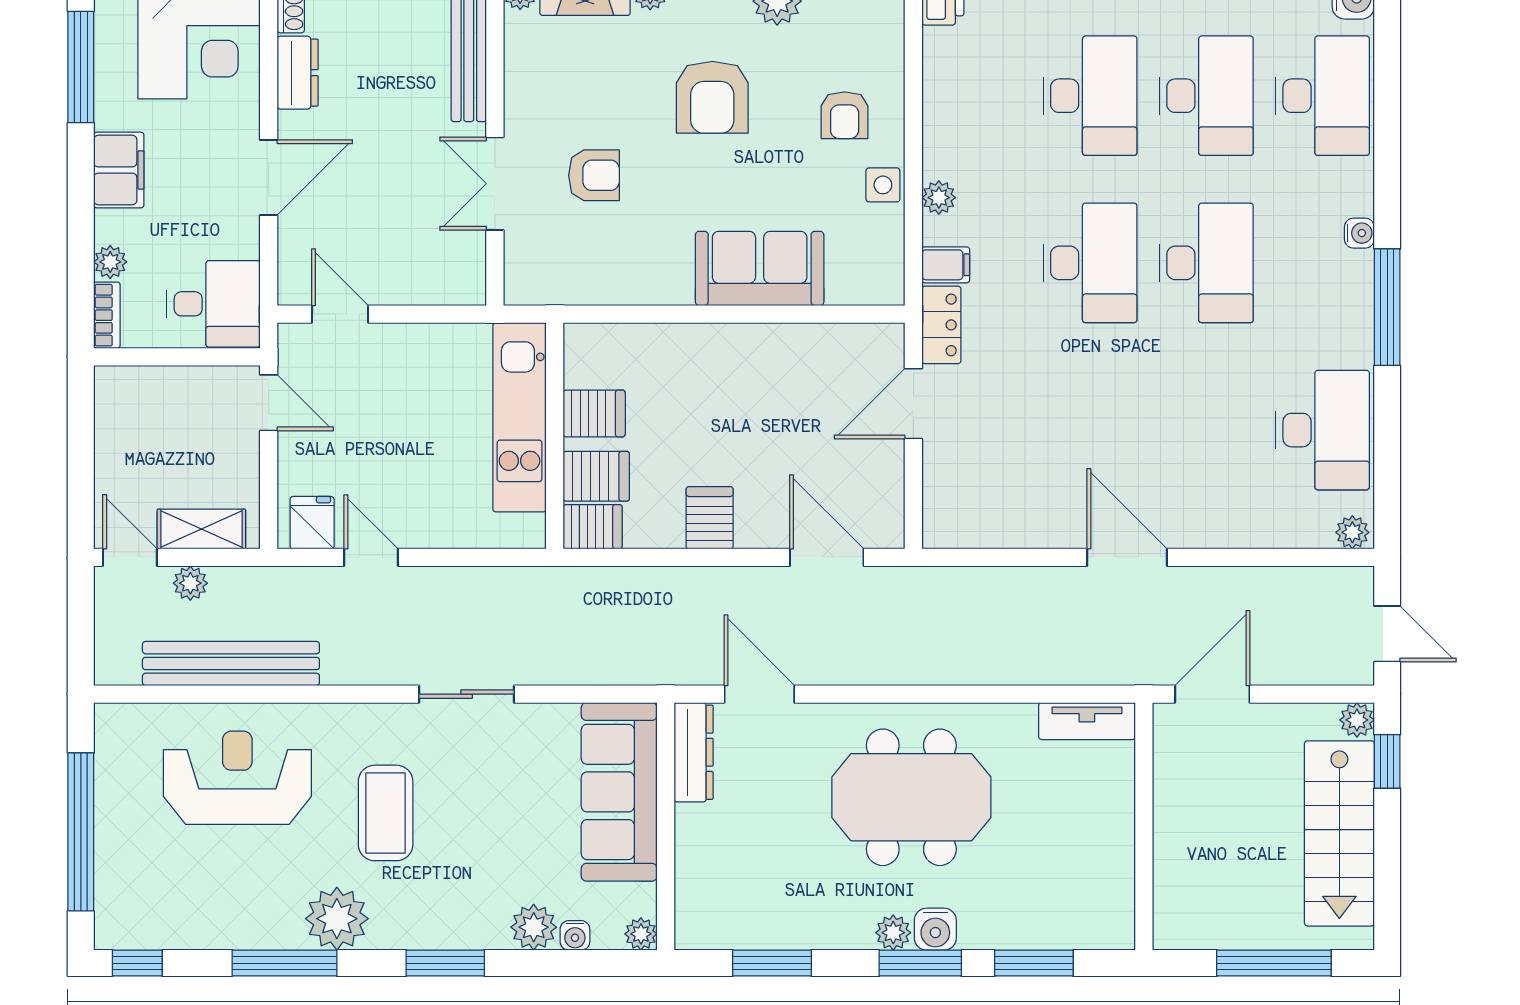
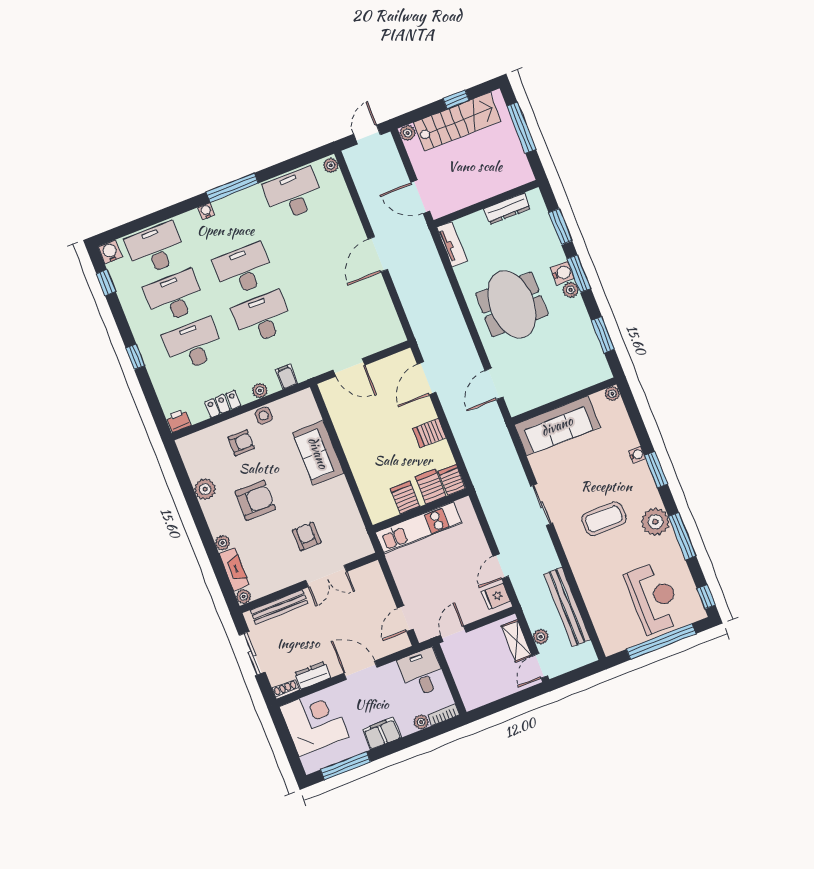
locker: (941, 325) -> (223, 404), moved
dresser: (694, 752) -> (507, 209), moved, turned 180
window: (1387, 761) -> (456, 99), moved
reception desk: (237, 778) -> (654, 598), moved, turned 180
plant: (534, 927) -> (627, 439), removed
water cooler: (575, 935) -> (637, 455), moved

